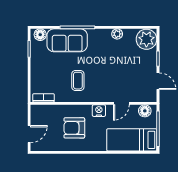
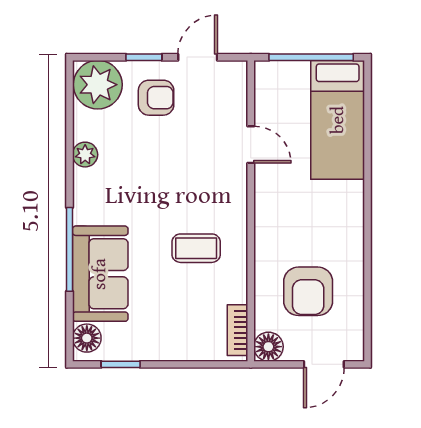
armchair: (141, 64) -> (156, 98), added
nightstand: (99, 111) -> (268, 198), removed
floor lamp: (145, 111) -> (268, 347), moved
armchair: (74, 128) -> (308, 291), moved
door: (29, 134) -> (324, 364), swing flipped

